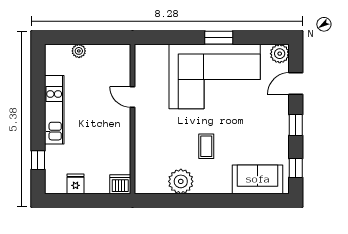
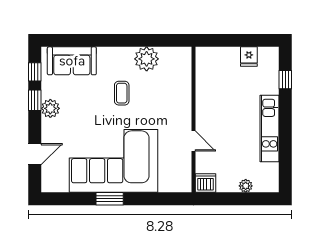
plant: (280, 54) -> (50, 108), moved
window: (296, 125) -> (35, 100), moved
dishwasher: (120, 184) -> (205, 183), moved, turned 180

